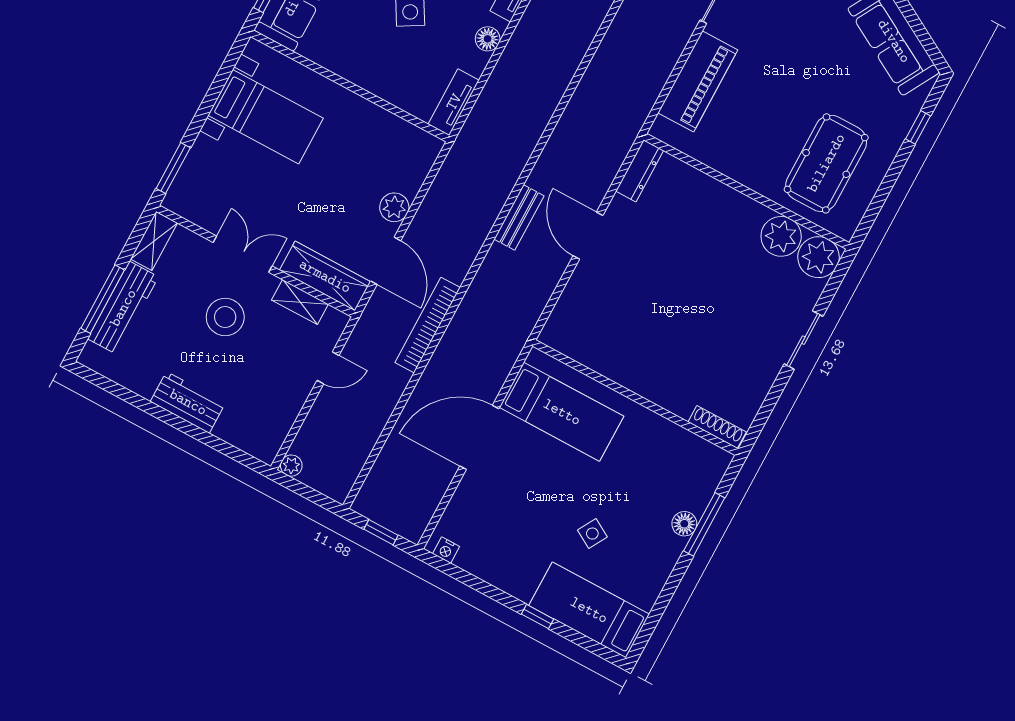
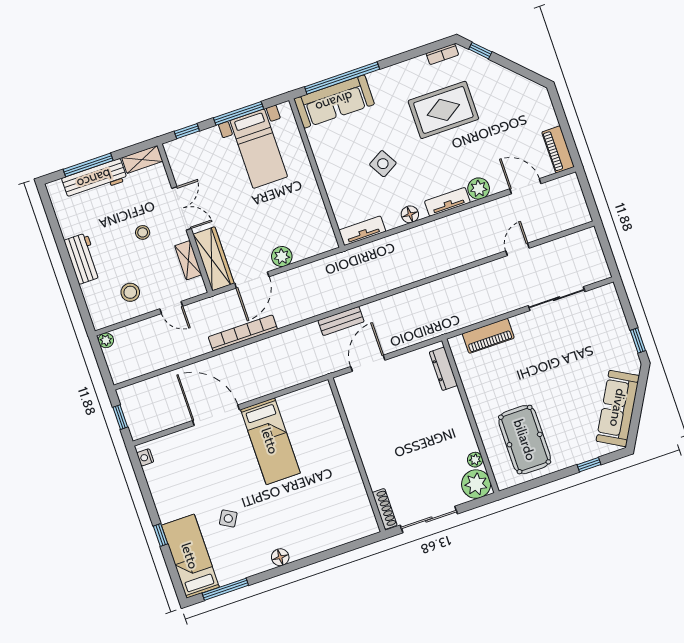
piano: (698, 81) -> (488, 336), width x0.73, depth x0.75
window: (210, 99) -> (239, 113), added
pool table: (826, 163) -> (525, 440), turned 90
window: (173, 168) -> (187, 131), width x0.67
dresser: (640, 171) -> (443, 369), moved, turned 90
plant: (781, 236) -> (475, 460), width x0.53, depth x0.53
stool: (225, 317) -> (143, 232), width x0.53, depth x0.53
sliding door: (803, 340) -> (429, 519), width x1.37
stool: (270, 392) -> (130, 292), added
wall: (635, 398) -> (357, 455), moved
shoe rack: (717, 427) -> (385, 509), moved
window: (704, 524) -> (225, 589), moved

